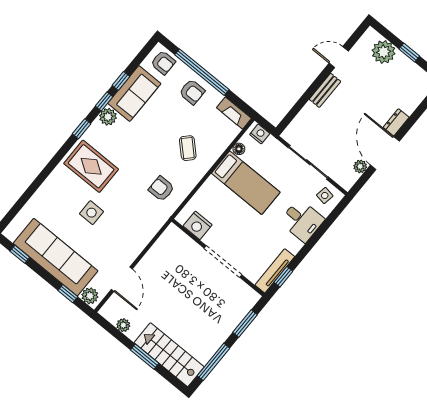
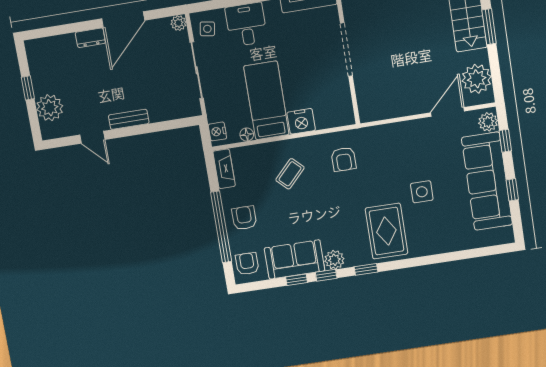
plant: (360, 166) -> (179, 23), moved
nightstand: (198, 225) -> (301, 121), moved, turned 90
window: (20, 254) -> (512, 190), moved
plant: (123, 325) -> (477, 79), width x1.88, depth x1.88

